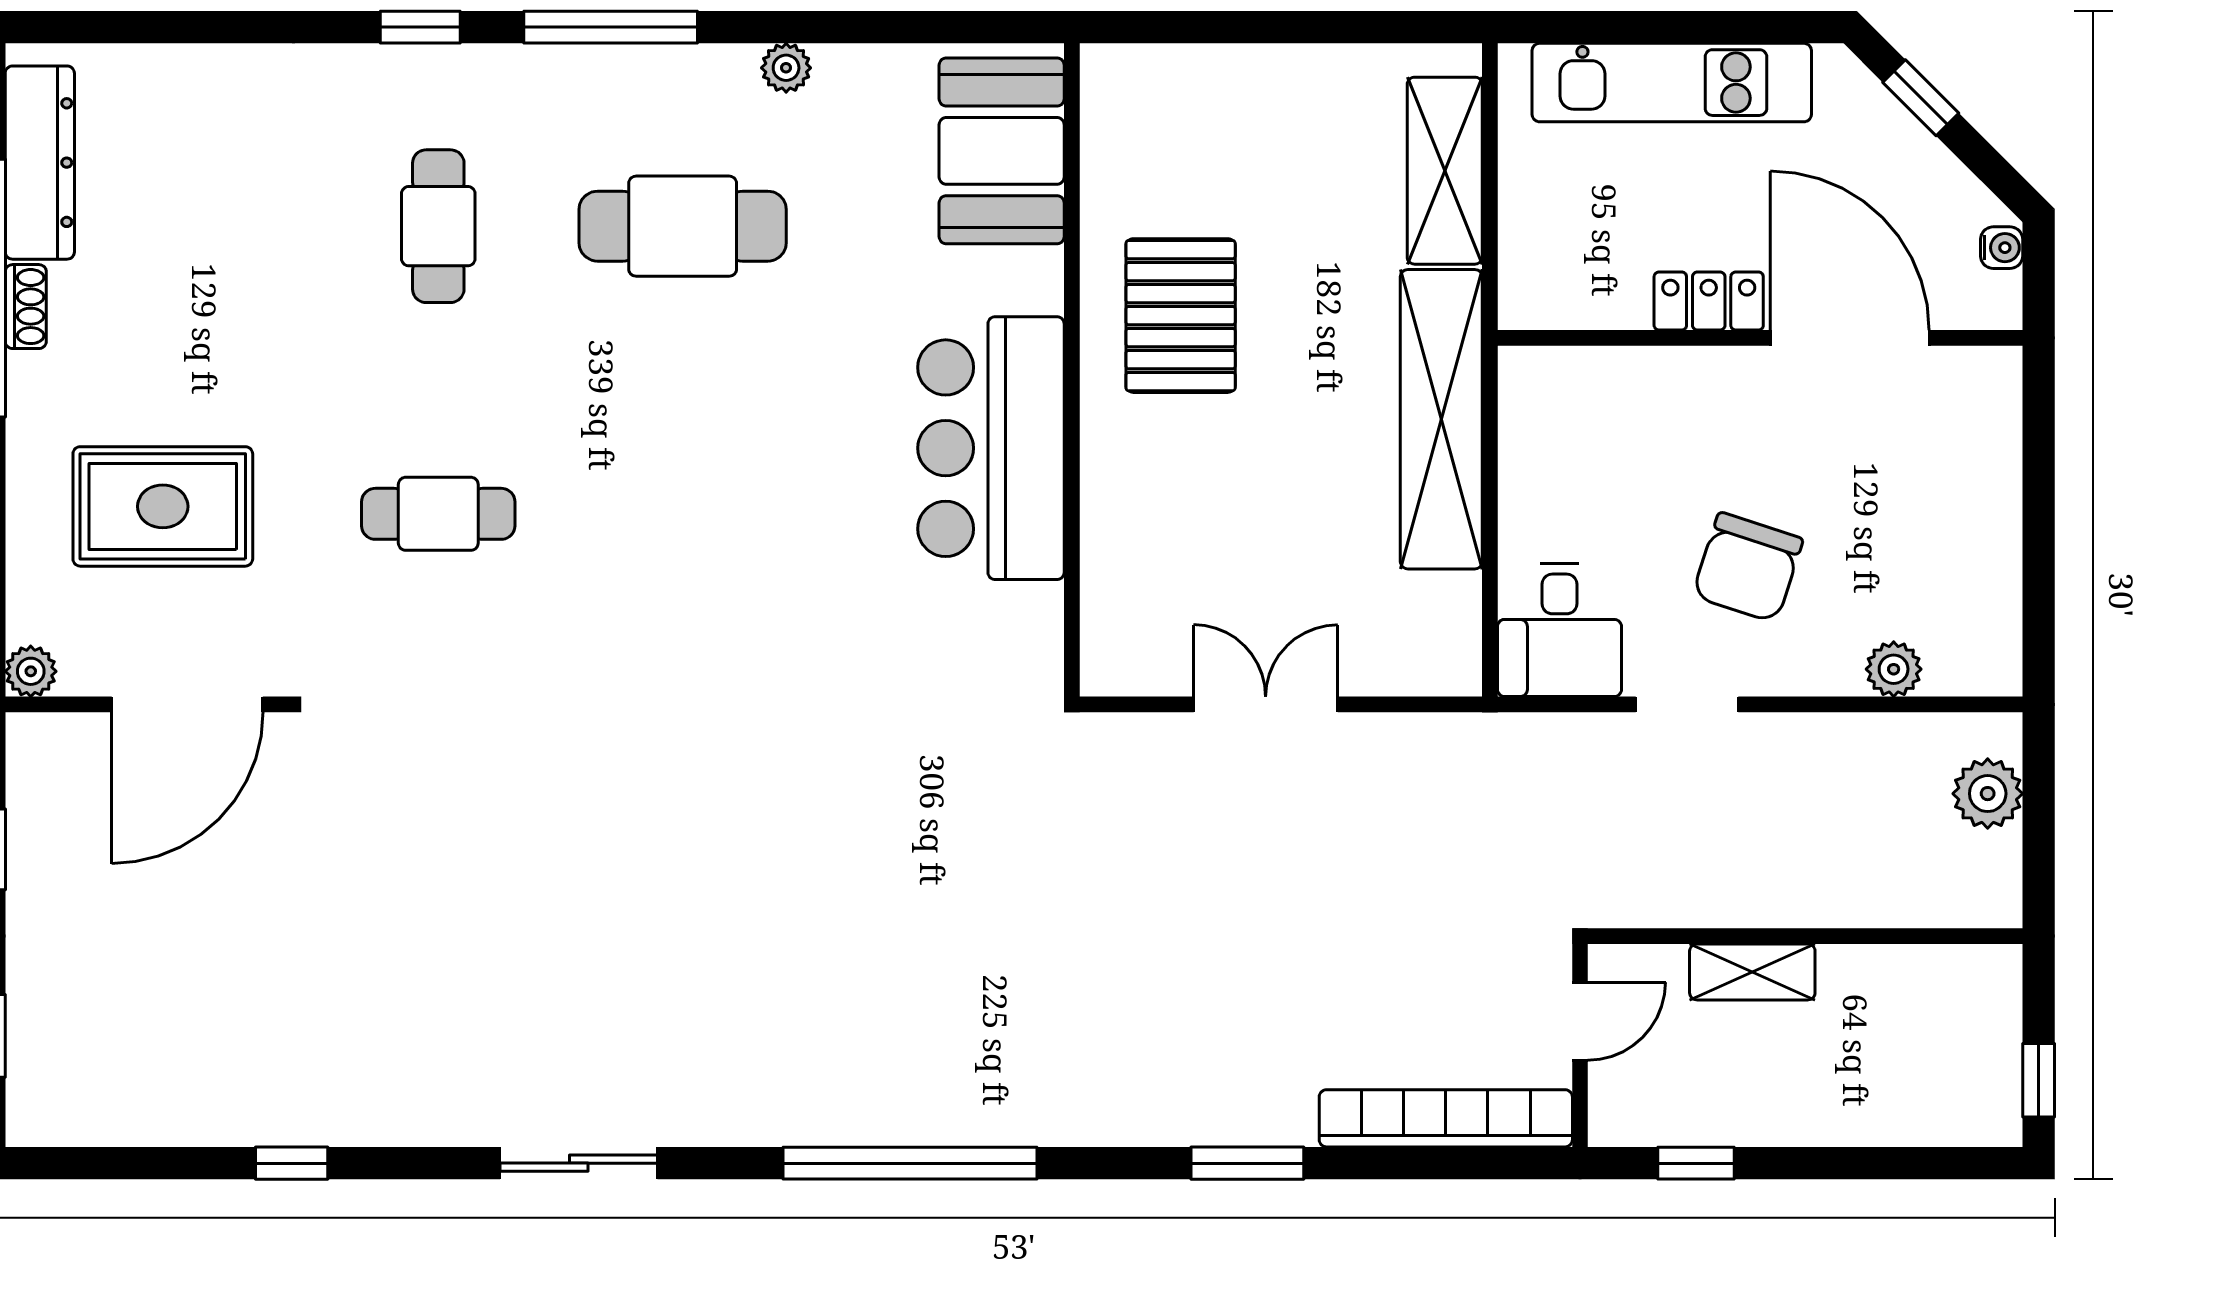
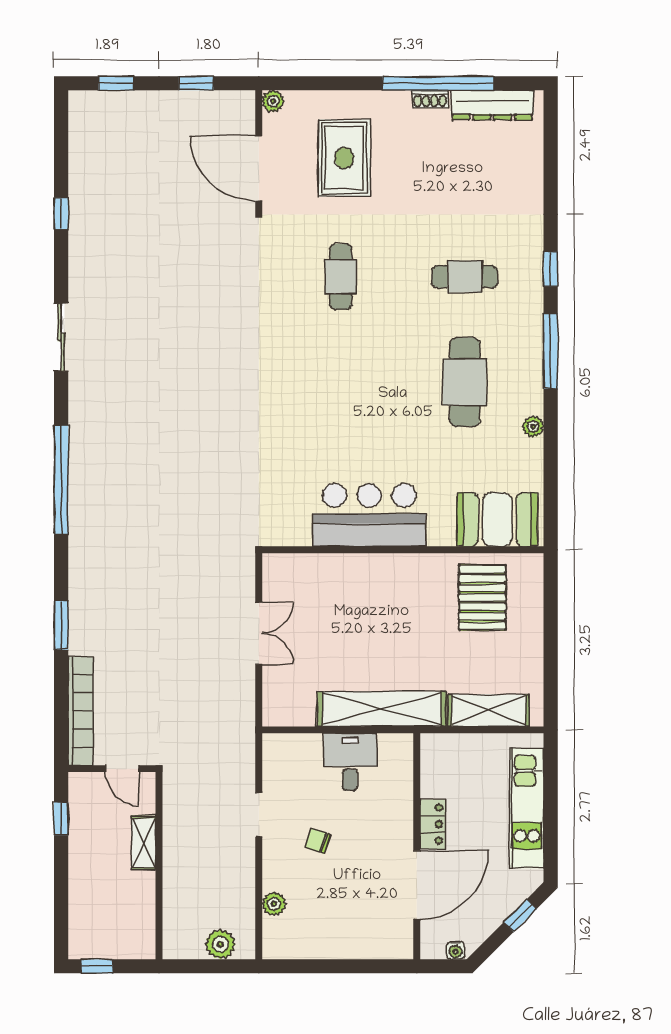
pallet: (1181, 316) -> (482, 597), moved, turned 90
chair: (1748, 567) -> (318, 841), width x0.54, depth x0.54
desk: (1560, 630) -> (350, 762), moved, turned 90

